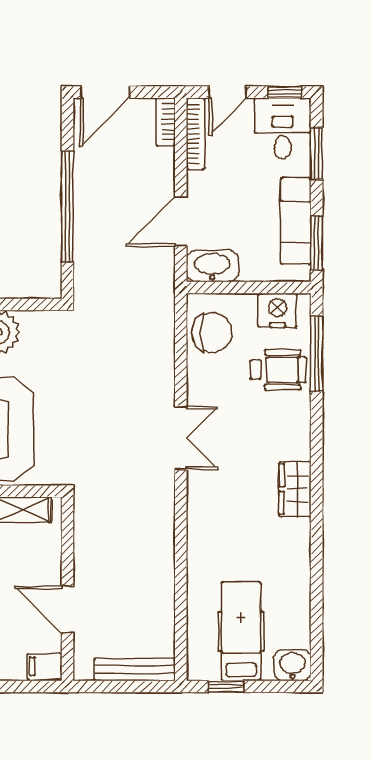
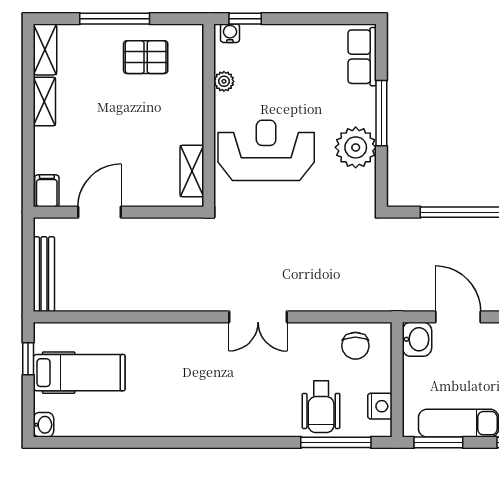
washbasin: (212, 266) -> (417, 339), width x0.72
nightstand: (277, 310) -> (380, 406), width x0.74, depth x0.75
chair: (212, 333) -> (355, 346), width x0.73, depth x0.73
wardrobe: (295, 489) -> (211, 422), removed
washbasin: (292, 665) -> (43, 425), width x0.72, depth x0.69

